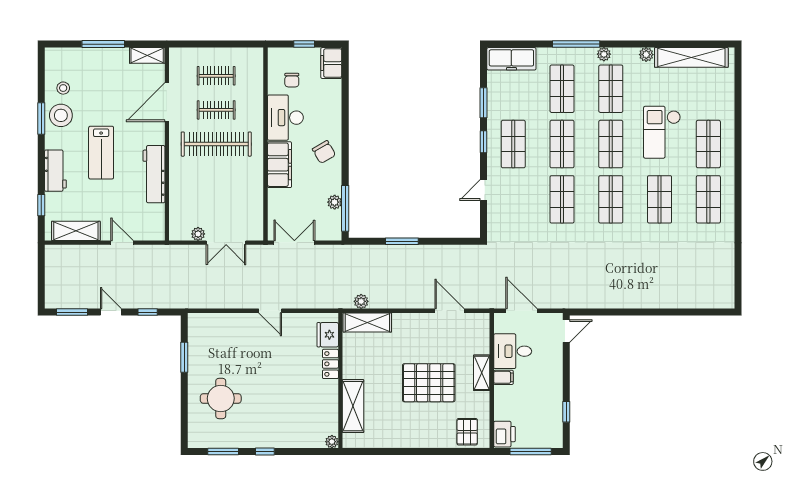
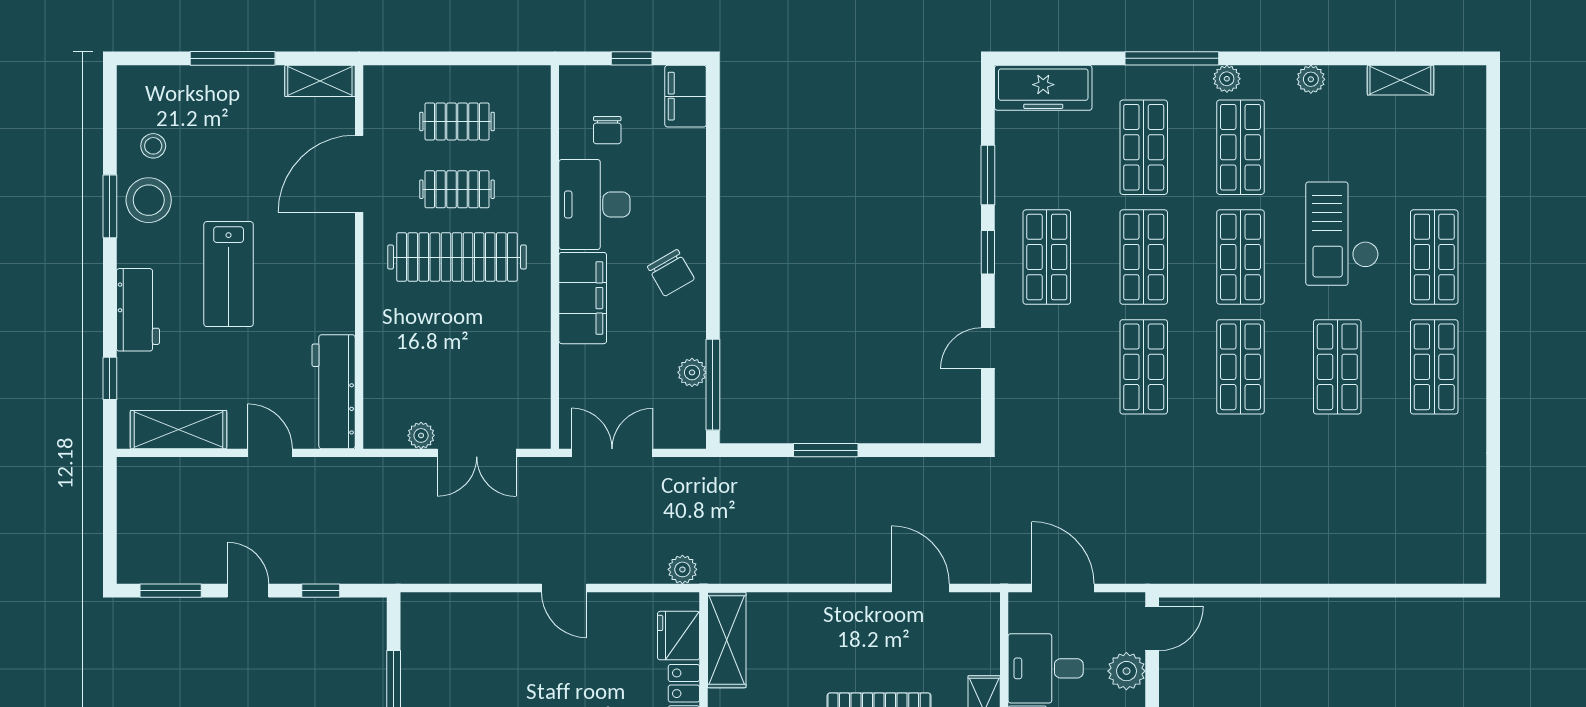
shelving: (691, 57) -> (1400, 80), width x0.45, depth x0.75
workbench: (154, 174) -> (334, 392), moved
plant: (361, 301) -> (682, 569), moved
shelving: (367, 322) -> (727, 640), moved, turned 90
plant: (553, 353) -> (1126, 671), added

